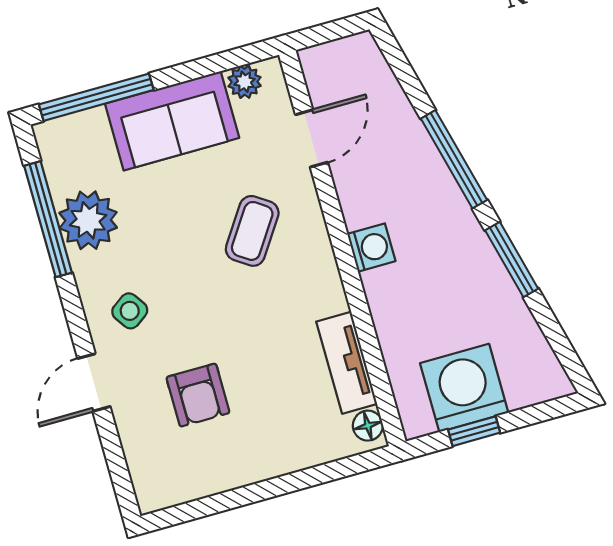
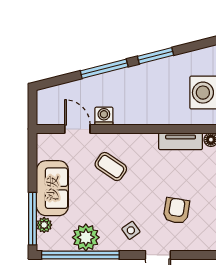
plant: (245, 82) -> (44, 225), moved
window: (48, 219) -> (80, 255), width x1.46
washing machine: (371, 248) -> (104, 116), moved
armchair: (198, 395) -> (176, 211), turned -81

